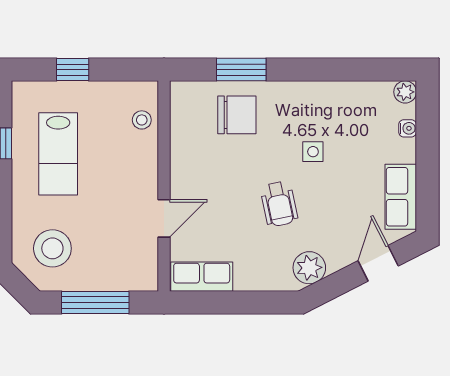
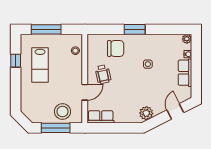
window: (73, 70) -> (46, 29), width x2.17
window: (241, 70) -> (135, 29), moved
row of seats: (401, 197) -> (185, 73), moved
wheelchair: (279, 204) -> (103, 74), moved
stool: (52, 248) -> (63, 111), moved

